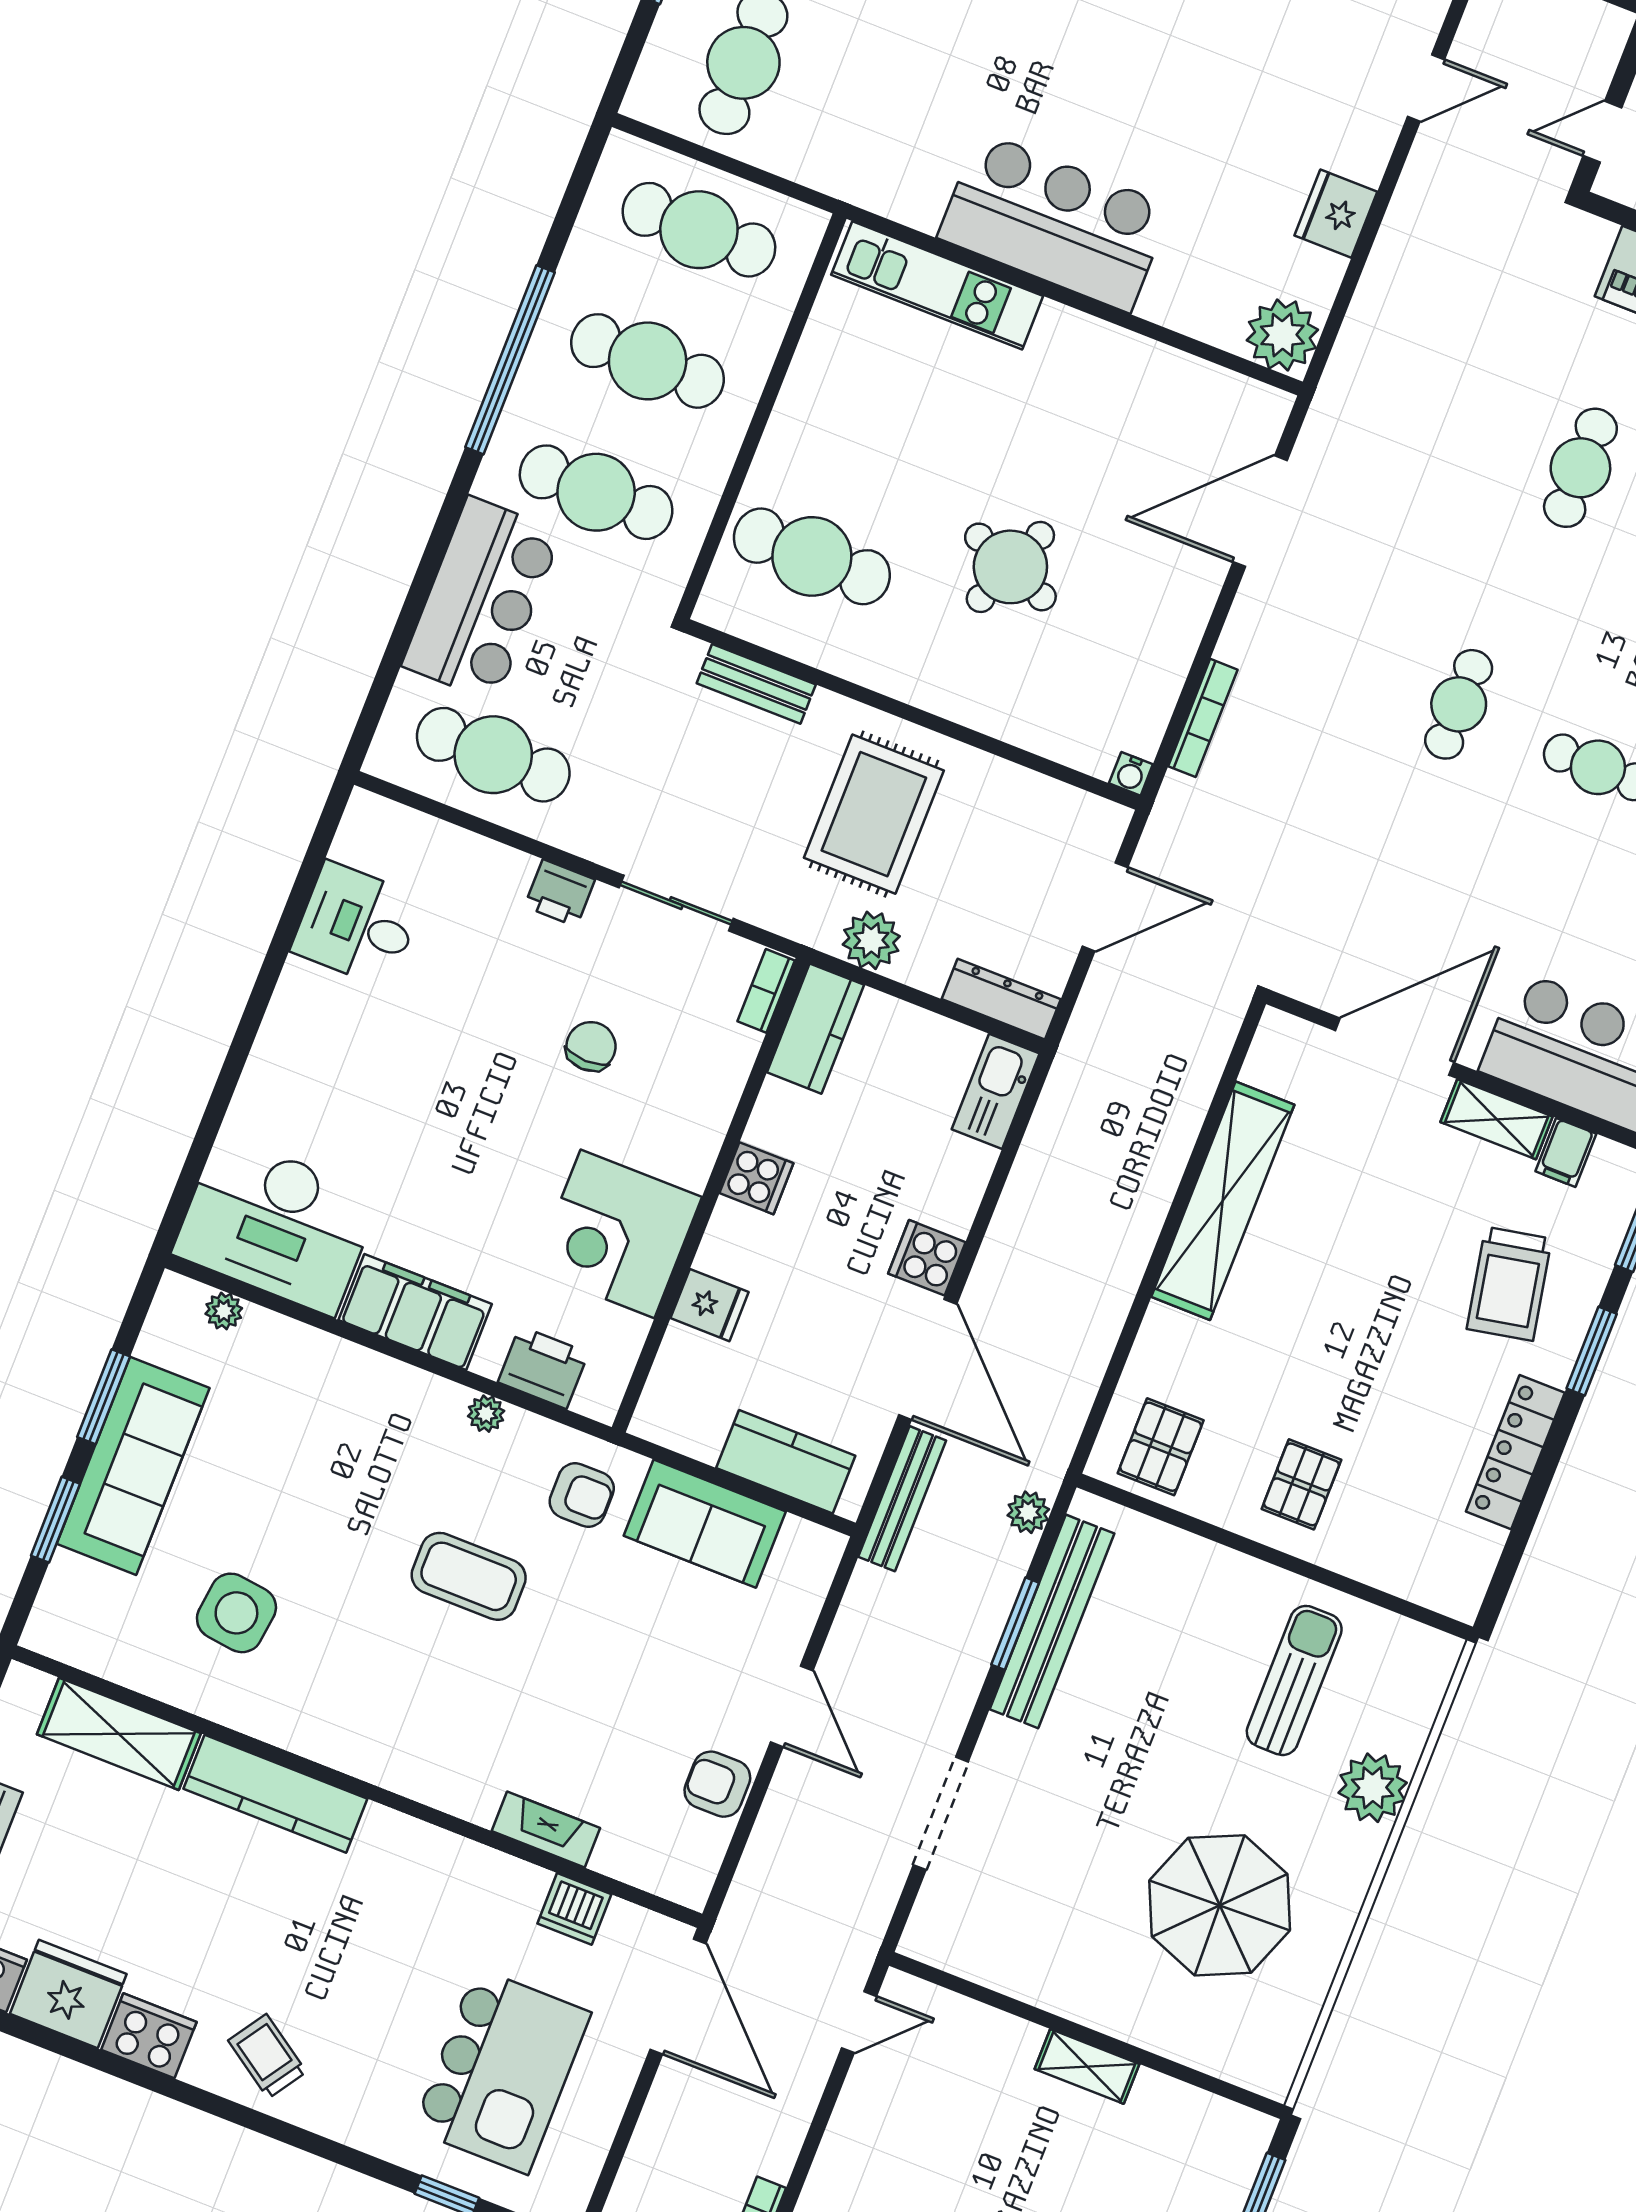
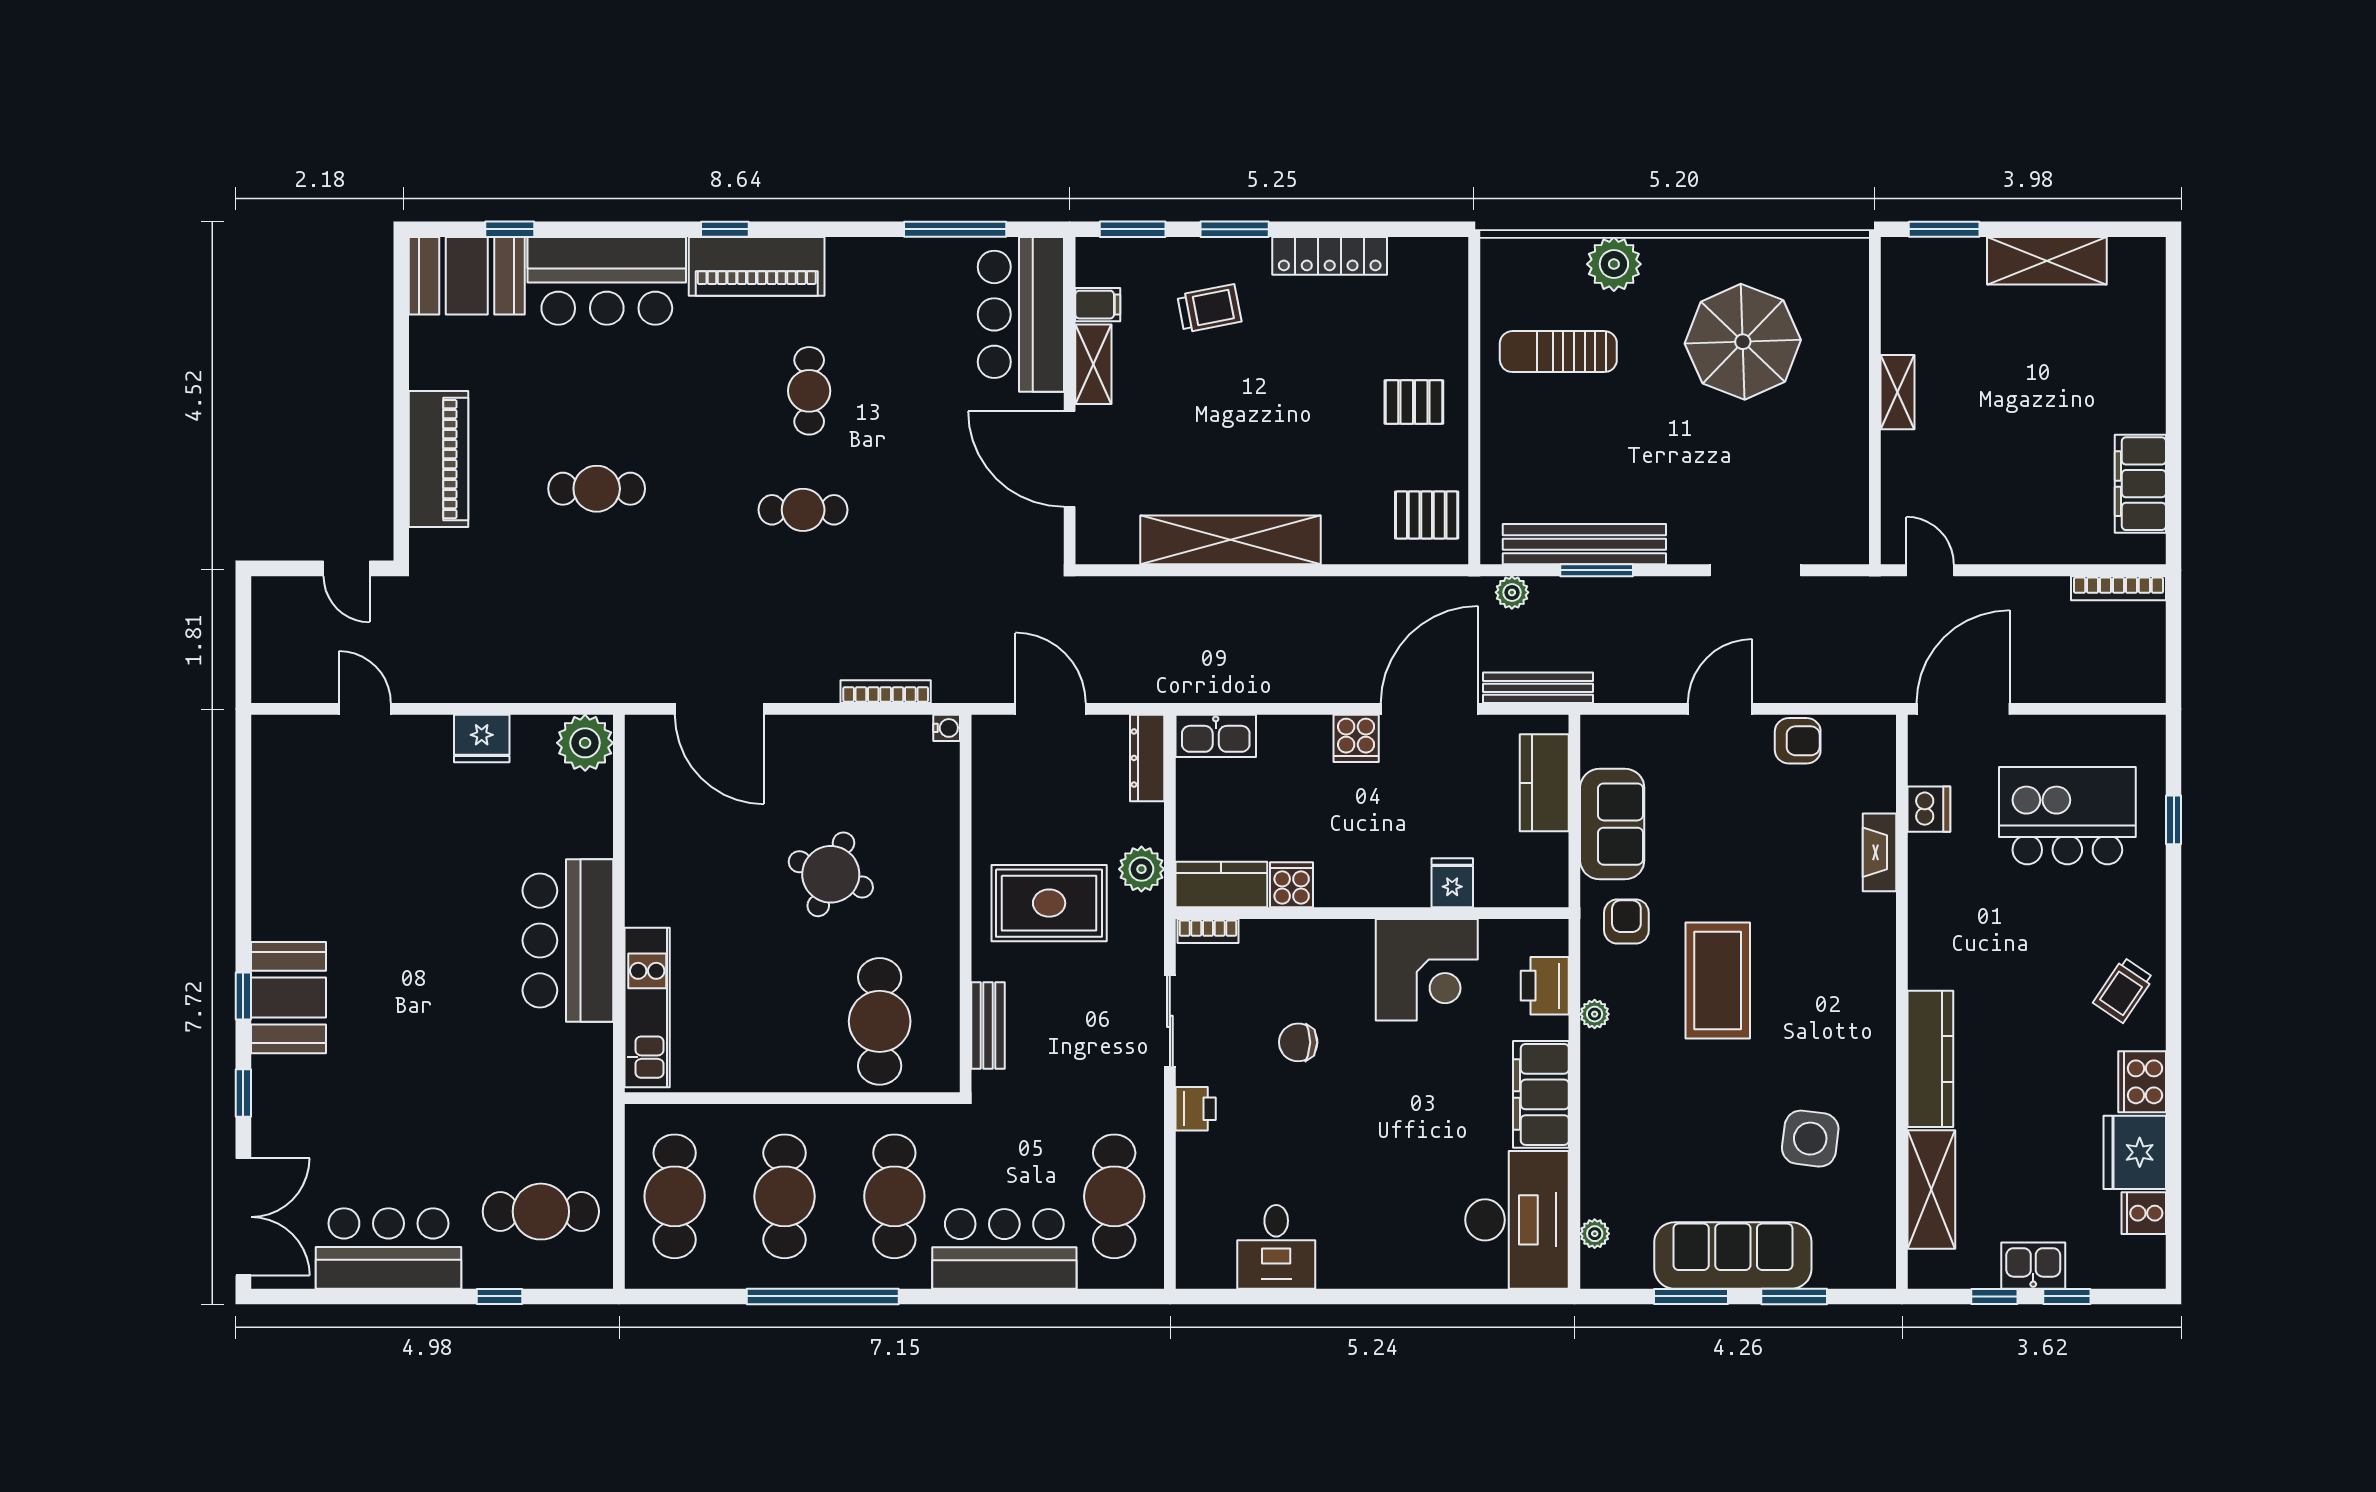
cooker: (756, 1178) -> (1292, 885), moved
trolley: (1509, 1284) -> (1209, 308), width x0.73, depth x0.72
coffee table: (469, 1576) -> (1718, 980), width x1.36, depth x1.32
armchair: (717, 1784) -> (1798, 741), turned -90

